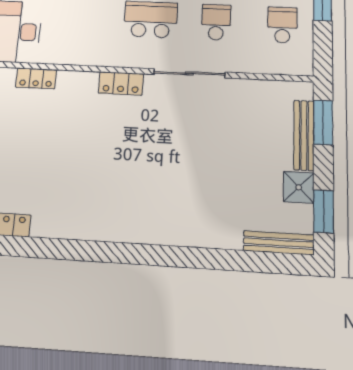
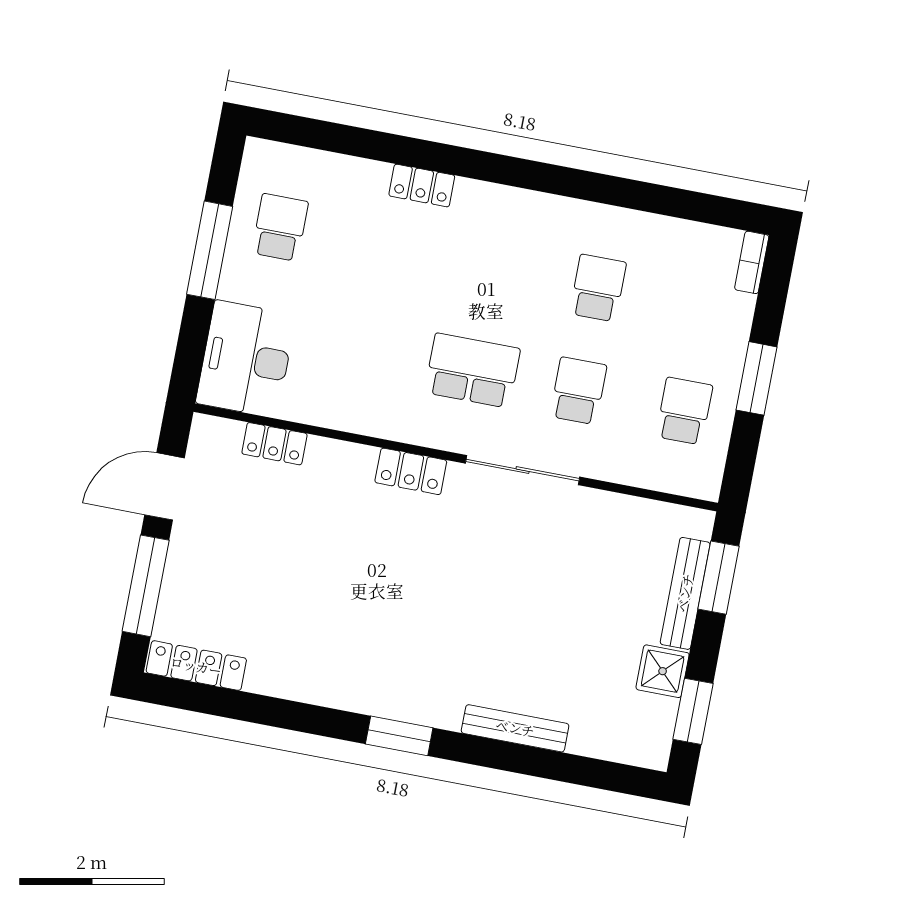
bench: (279, 243) -> (515, 728), moved
window: (133, 254) -> (399, 736), added

